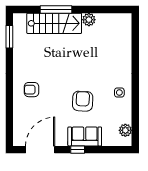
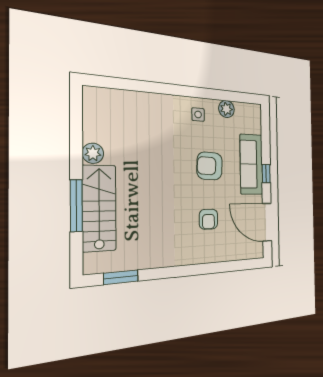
armchair: (32, 90) -> (208, 219), moved
plant: (125, 130) -> (226, 109), moved
sofa: (85, 136) -> (251, 164), width x1.36

